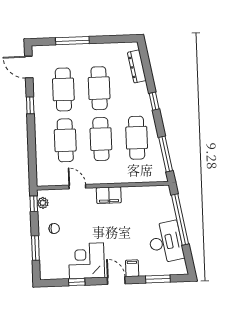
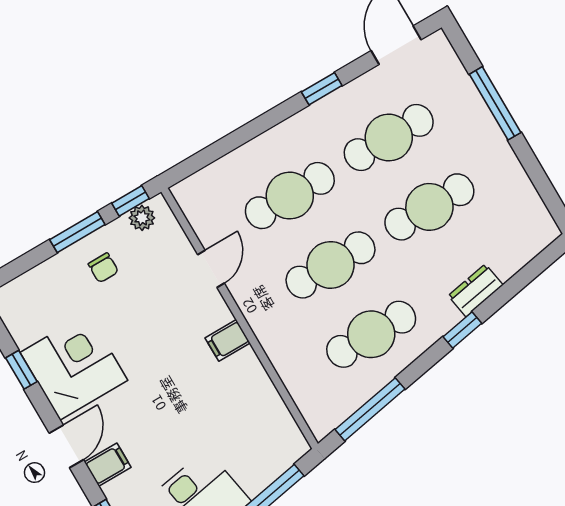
dresser: (137, 66) -> (476, 290), moved, width x0.70
filing cabinet: (109, 195) -> (228, 340), width x0.50
window: (35, 248) -> (77, 232), moved

